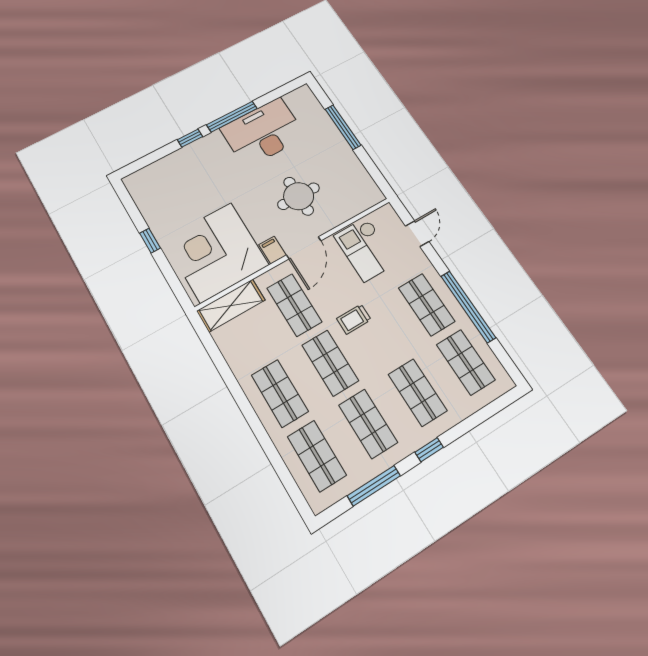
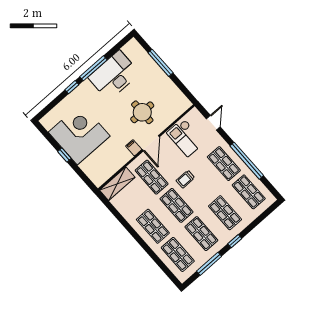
corner desk: (216, 252) -> (79, 134), moved, turned 90

